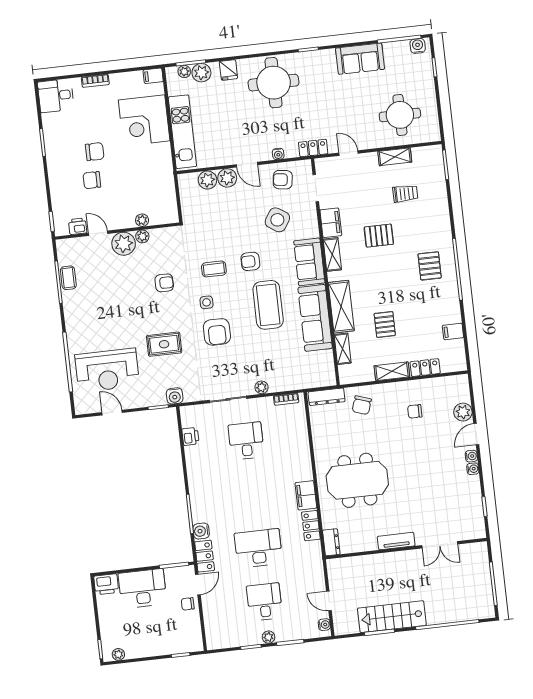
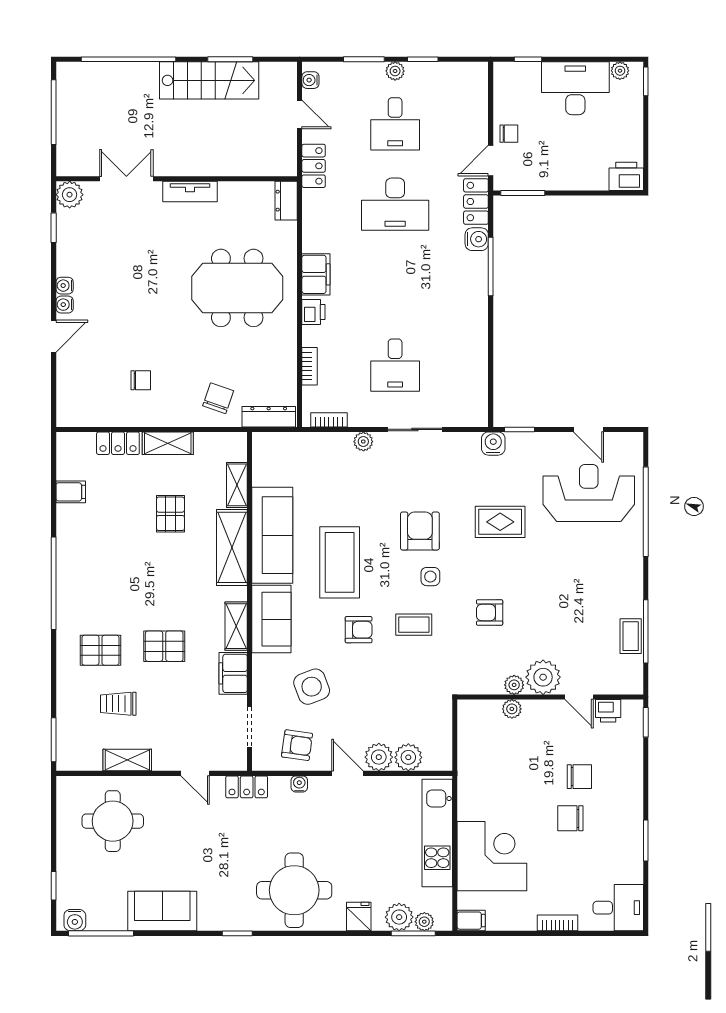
side table: (277, 220) -> (312, 687), turned 36
pallet: (430, 266) -> (100, 650), moved, turned 90
plant: (463, 412) -> (70, 195), moved
bookcase: (303, 433) -> (309, 366), added
printer: (190, 436) -> (313, 312), moved, turned 180
locker: (311, 526) -> (314, 166), moved
desk: (142, 588) -> (575, 88), moved, turned 180

